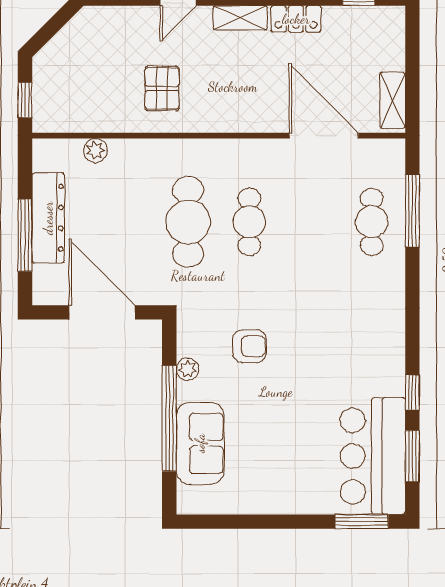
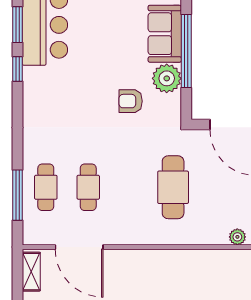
pallet: (162, 88) -> (191, 280), removed
cafe table: (249, 222) -> (88, 187), moved
plant: (187, 369) -> (167, 78), width x1.87, depth x1.87

